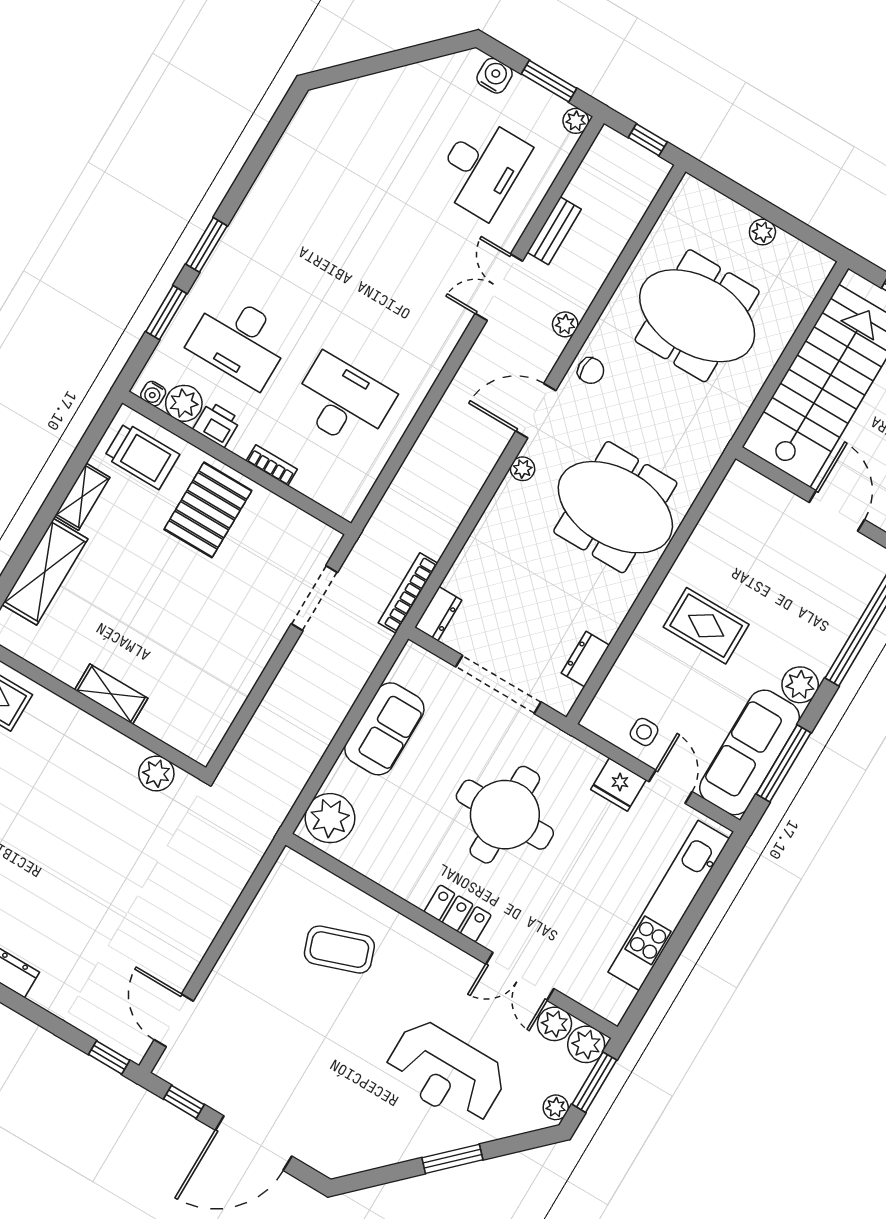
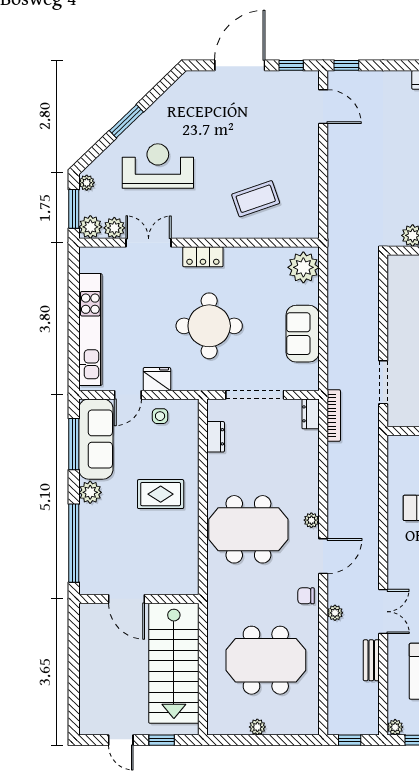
door: (670, 787) -> (128, 395), hinge flipped

